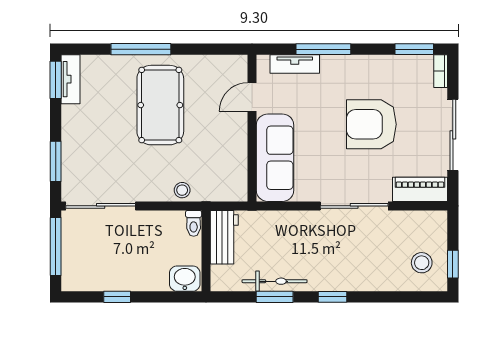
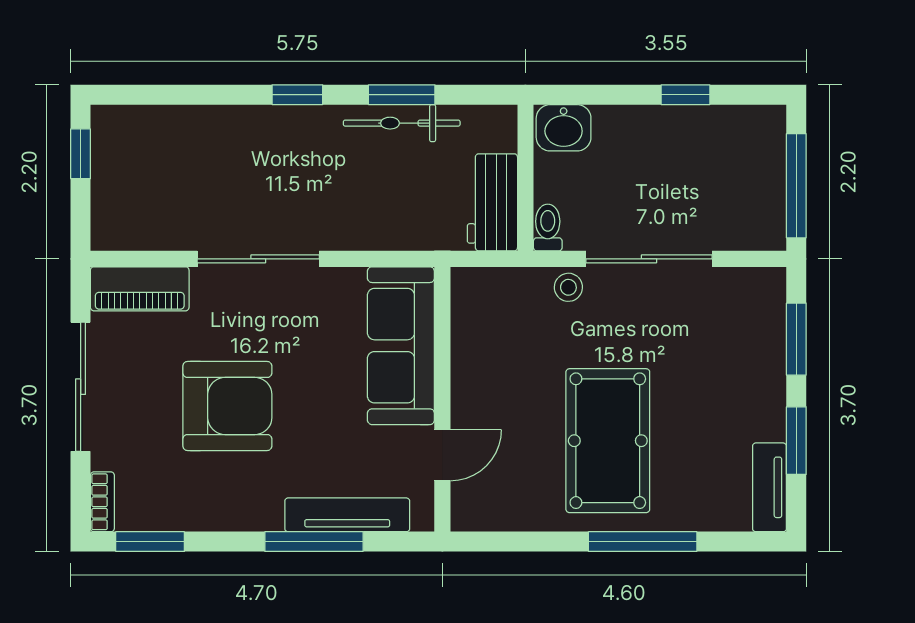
tv unit: (295, 64) -> (347, 515), width x1.41
window: (56, 80) -> (796, 441), moved
sliding door: (101, 206) -> (649, 259), moved
stool: (422, 263) -> (137, 156), removed

